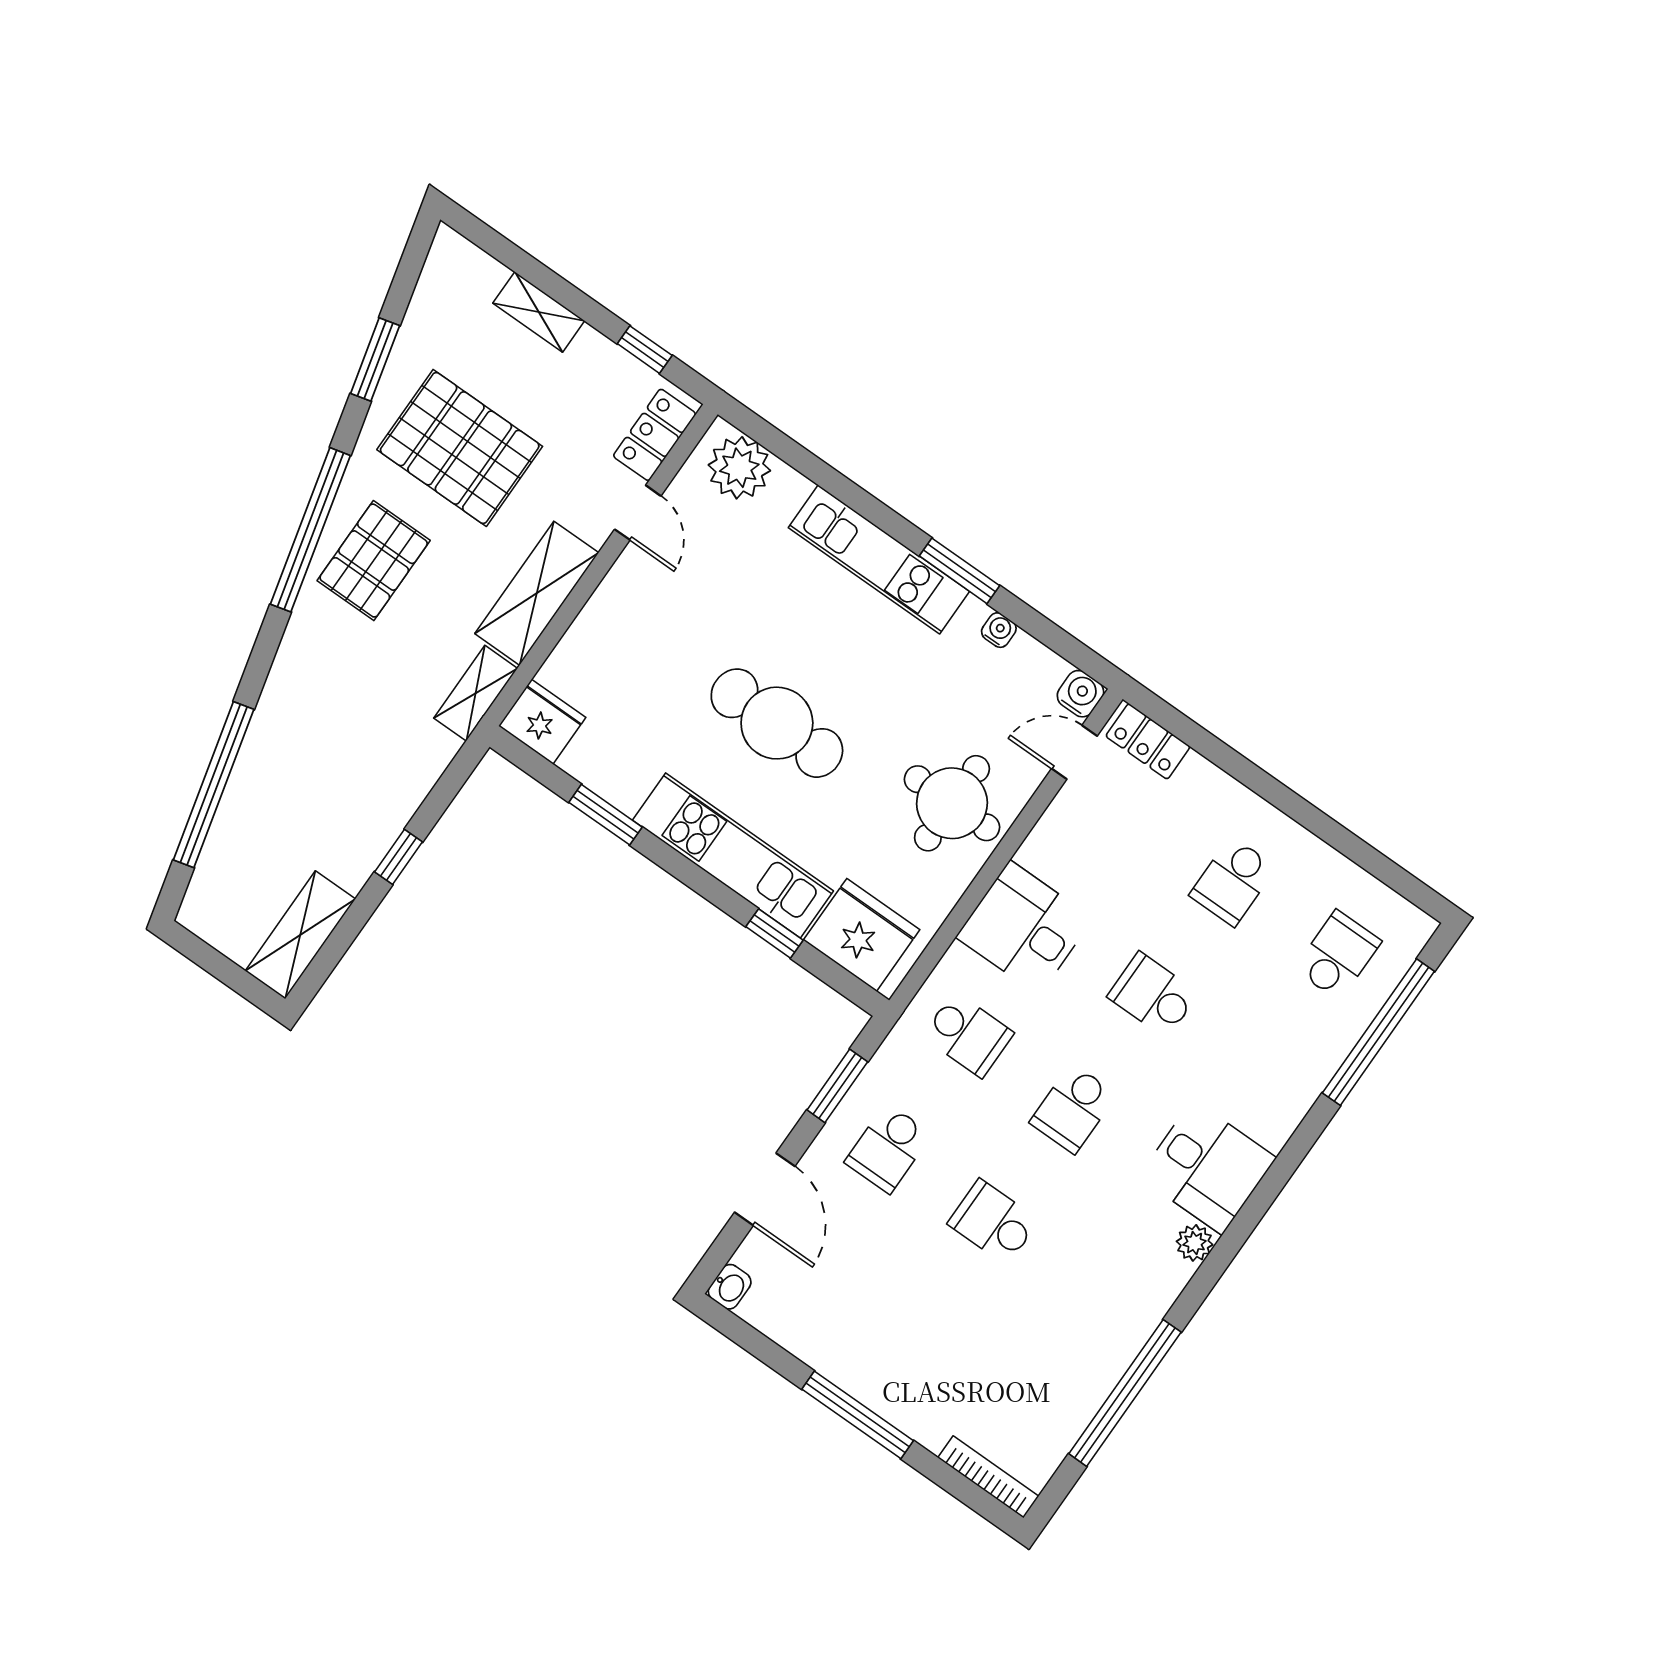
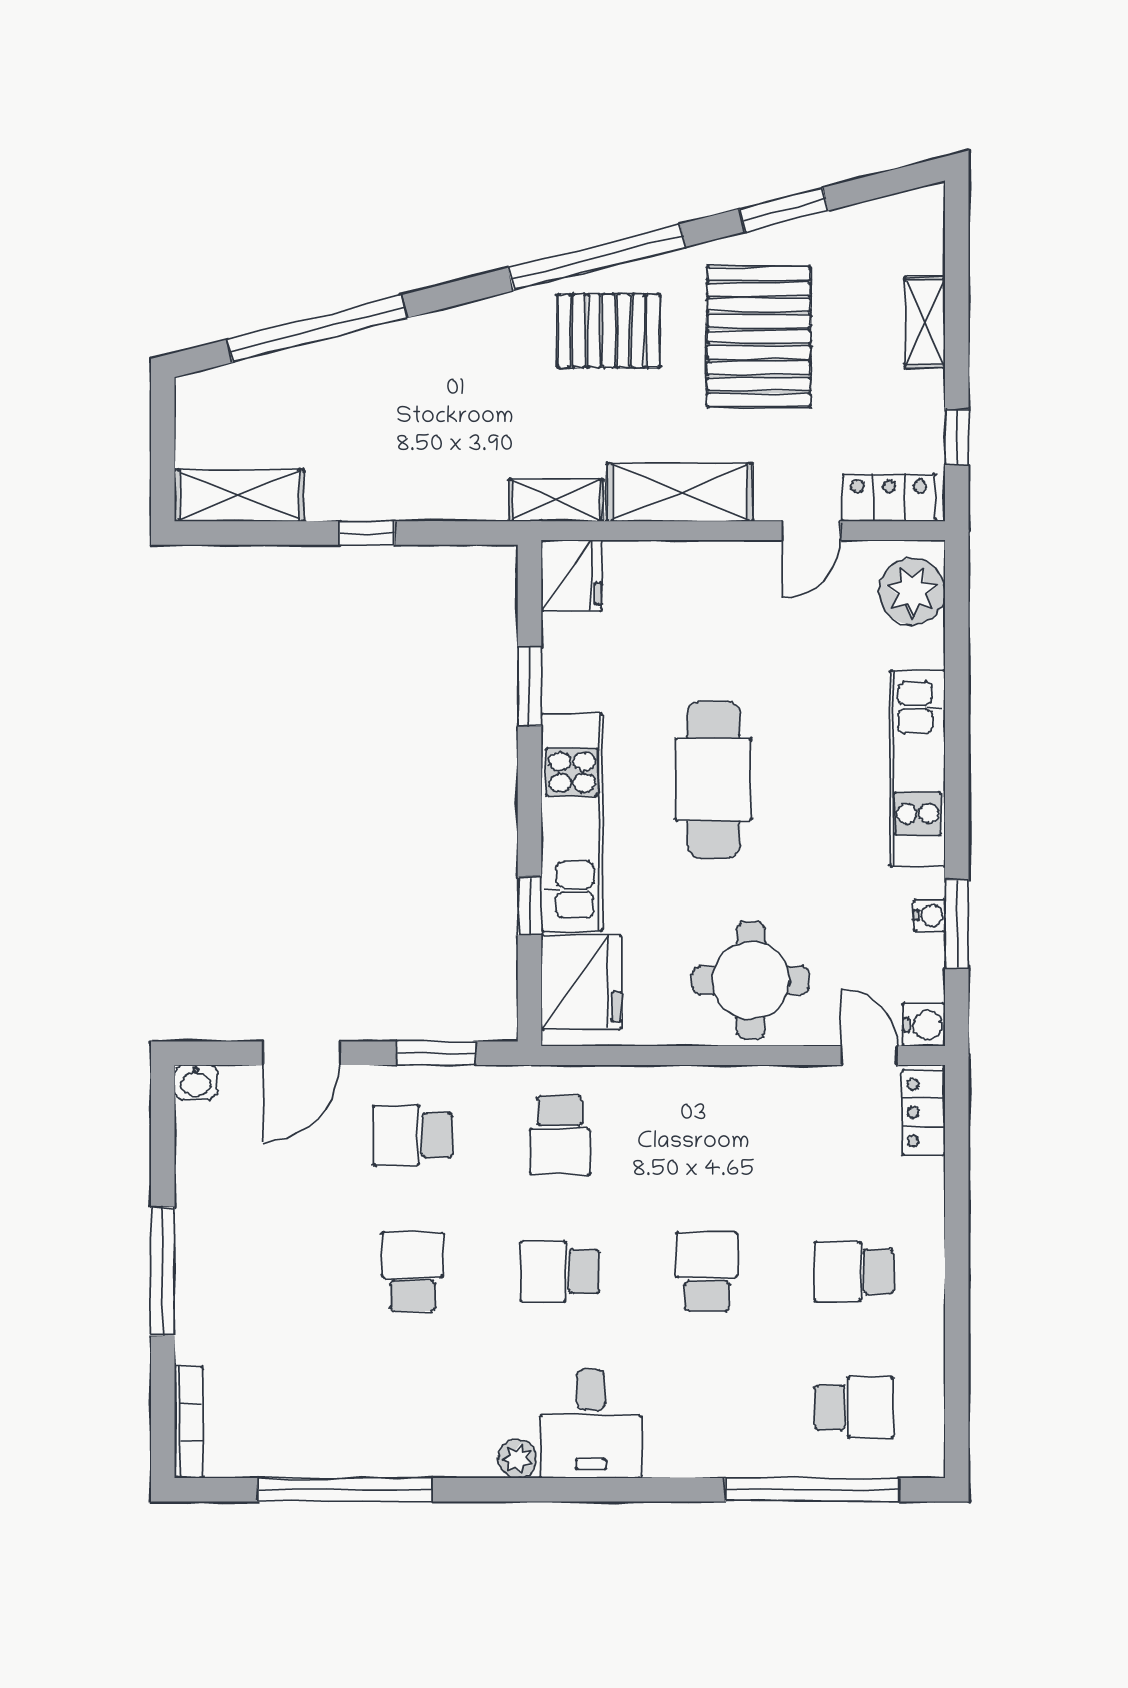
window: (959, 571) -> (957, 924), moved
desk: (1024, 928) -> (687, 1119), removed

